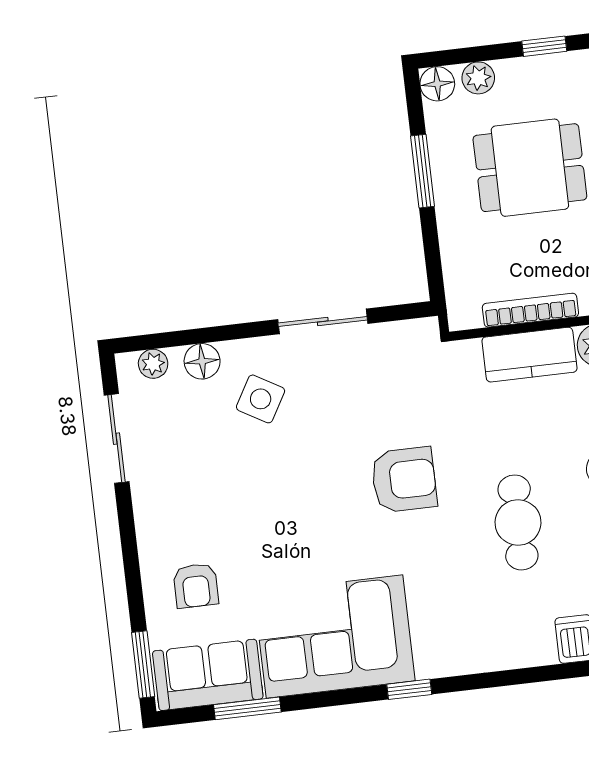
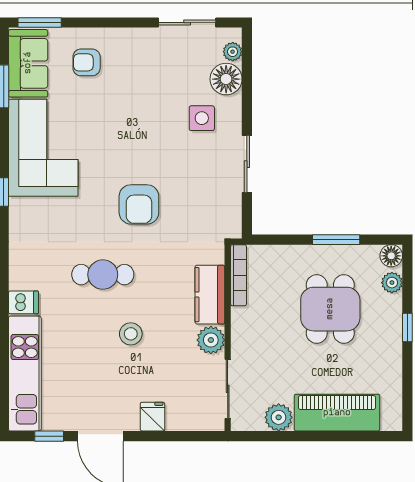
bookcase: (530, 310) -> (239, 275), moved
floor lamp: (202, 361) -> (226, 79), width x1.38, depth x1.38
side table: (261, 399) -> (202, 118), turned -30

